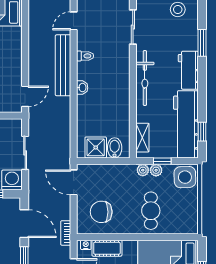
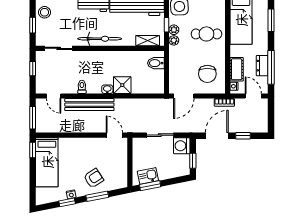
shower: (96, 147) -> (122, 85), moved

